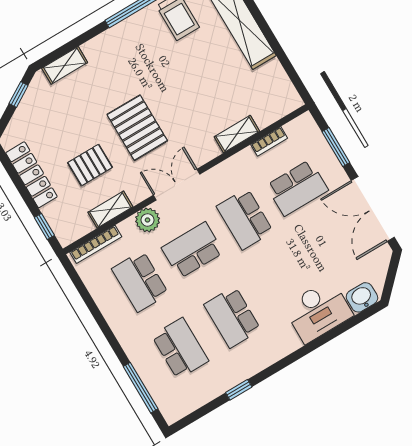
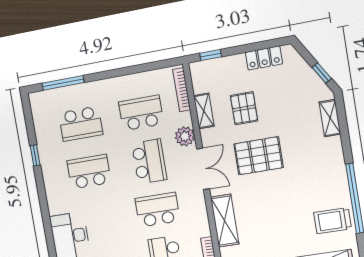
shelving: (237, 134) -> (225, 221), width x1.50, depth x1.33
locker: (31, 175) -> (264, 58), width x0.66

